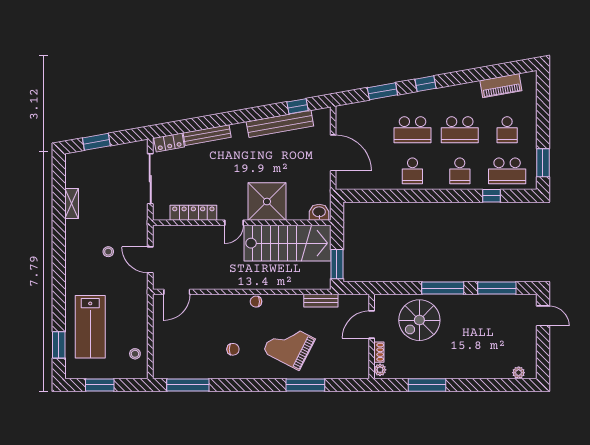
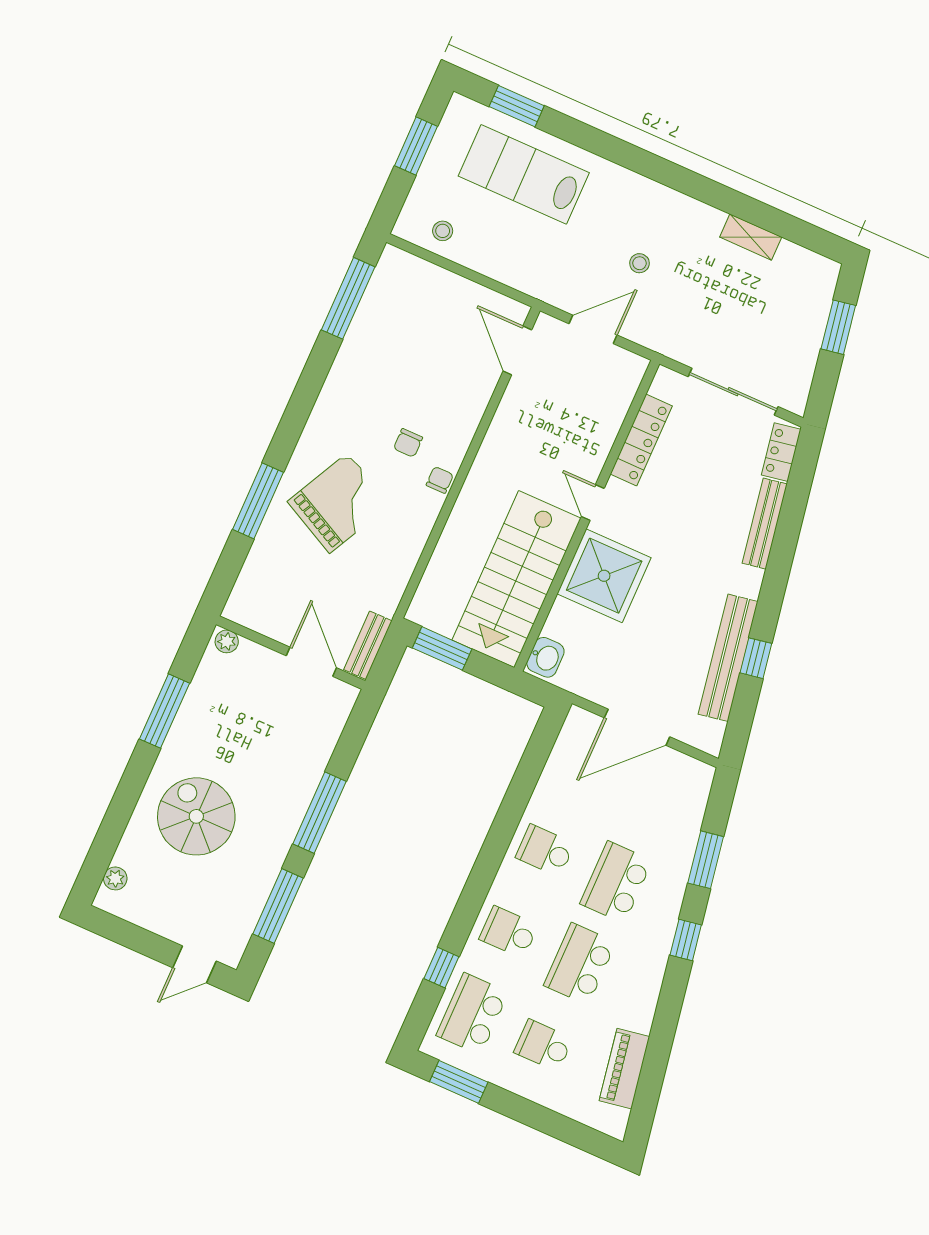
window: (297, 106) -> (756, 658), moved
bench: (321, 301) -> (368, 645), moved
spiral stairs: (419, 320) -> (196, 816), moved
chair: (233, 349) -> (408, 443), moved
shoe rack: (379, 352) -> (258, 653), removed

